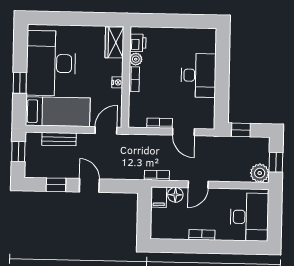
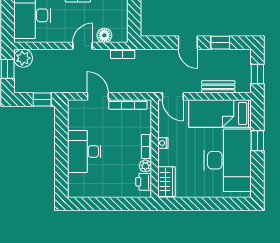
bookcase: (160, 123) -> (128, 104), width x1.56
door: (106, 130) -> (173, 96), hinge flipped
filing cabinet: (159, 197) -> (120, 33), removed

